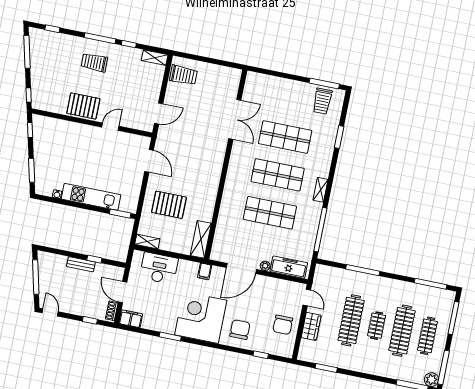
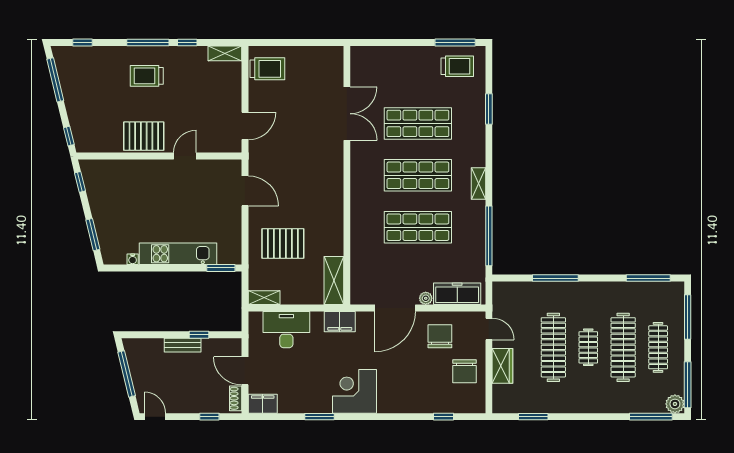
trolley: (322, 101) -> (457, 66), turned -90
filing cabinet: (205, 271) -> (340, 322), width x2.00
corner desk: (201, 318) -> (355, 391), width x0.74, depth x0.74
chair: (240, 330) -> (440, 336), moved

